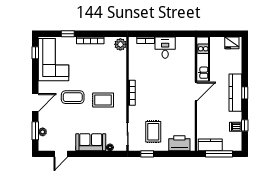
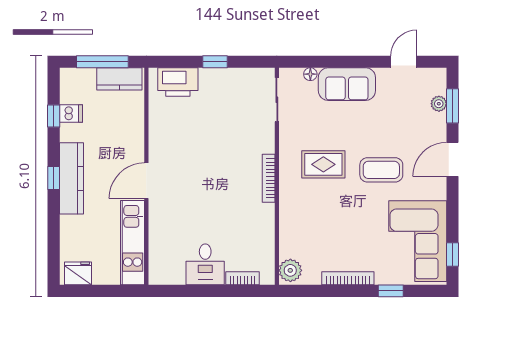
rug: (153, 132) -> (228, 104), removed
window: (147, 154) -> (215, 62), moved

